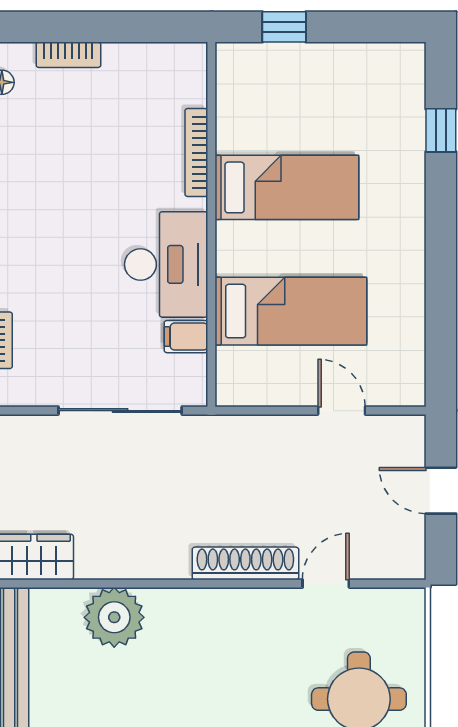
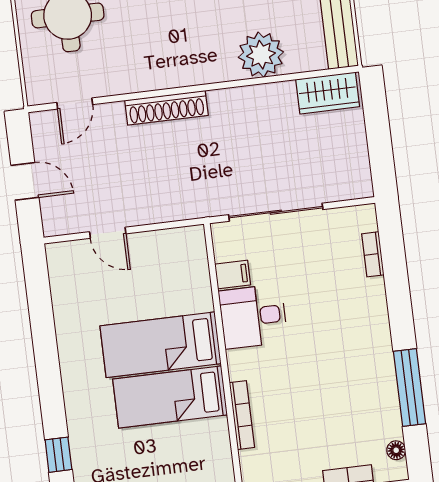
desk: (166, 264) -> (253, 316), width x0.73
bed: (291, 311) -> (161, 345), moved
door: (326, 584) -> (75, 104), moved

